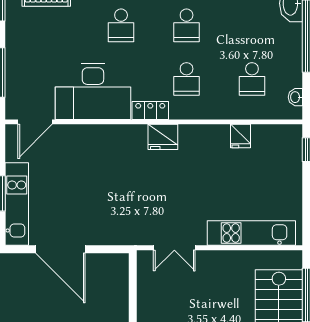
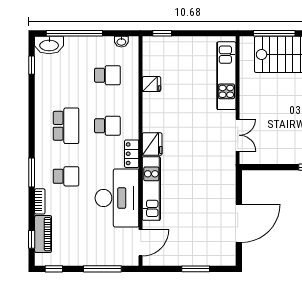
school desk: (187, 25) -> (66, 126), width x1.85
door: (35, 122) -> (141, 243), hinge flipped
kitchen unit: (17, 204) -> (151, 189), moved, turned 90

